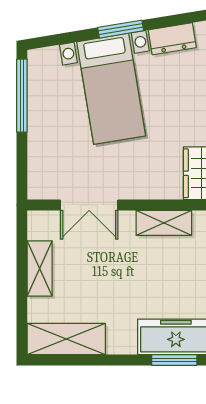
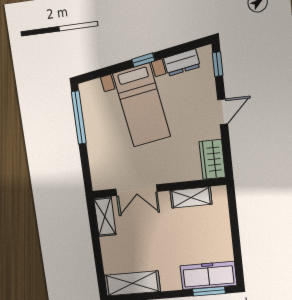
window: (121, 29) -> (143, 60), width x0.67
shelving: (40, 269) -> (105, 217), moved

